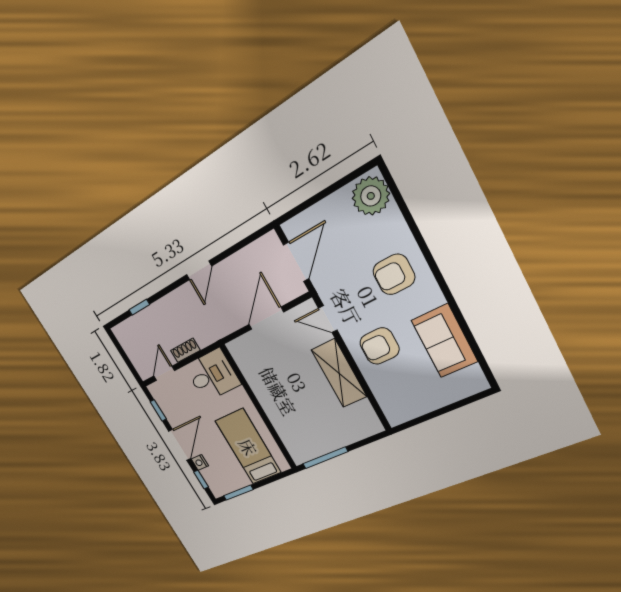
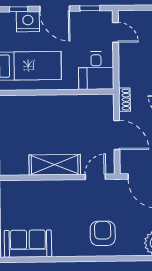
sofa: (444, 341) -> (28, 244), moved
armchair: (379, 346) -> (61, 201), removed
shoe rack: (185, 350) -> (124, 100), moved
nightstand: (200, 462) -> (28, 22), width x1.89, depth x1.79

